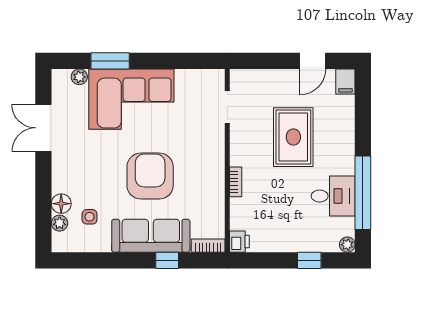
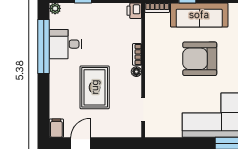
floor lamp: (236, 159) -> (136, 72), added
armchair: (150, 176) -> (200, 59), turned 90

